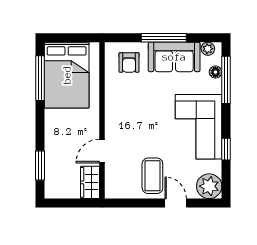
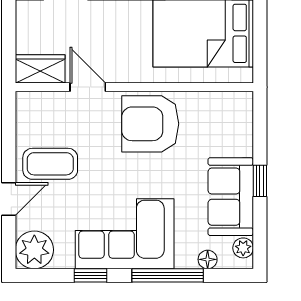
window: (164, 38) -> (260, 181), width x0.46
armchair: (129, 62) -> (150, 124), moved, width x1.88, depth x1.88
window: (226, 80) -> (168, 275), moved

